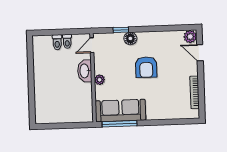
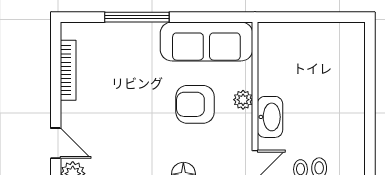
armchair: (146, 67) -> (195, 104), moved, turned -90
window: (120, 124) -> (137, 17), moved

